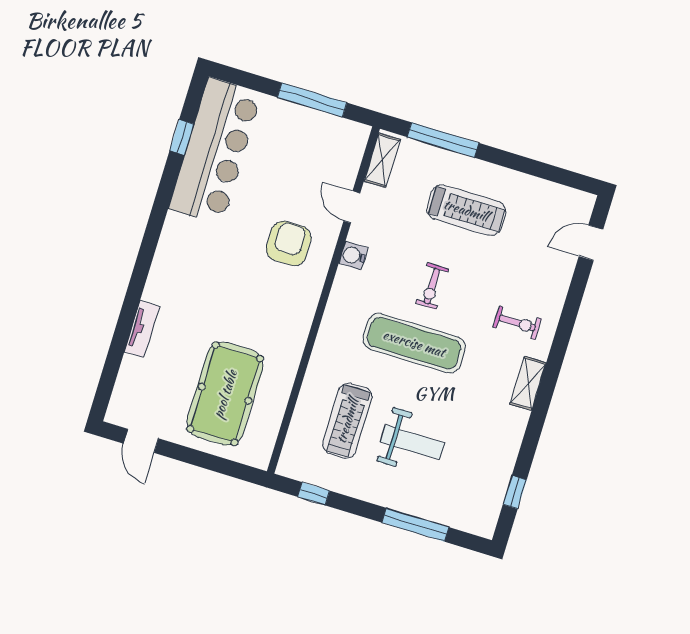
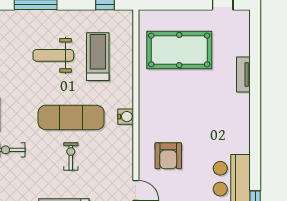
water cooler: (353, 256) -> (126, 117), moved
pool table: (225, 394) -> (179, 50), turned 90

